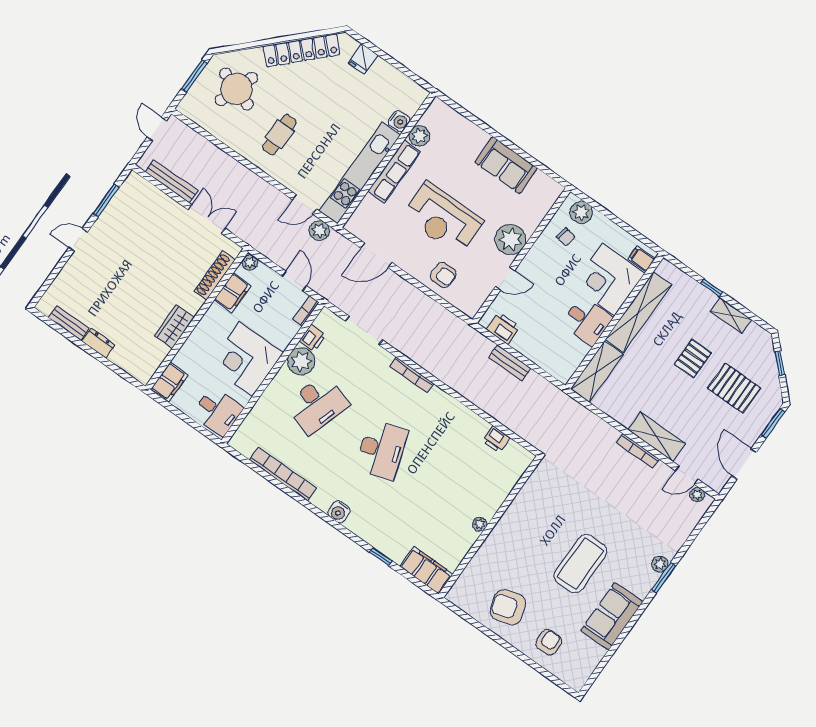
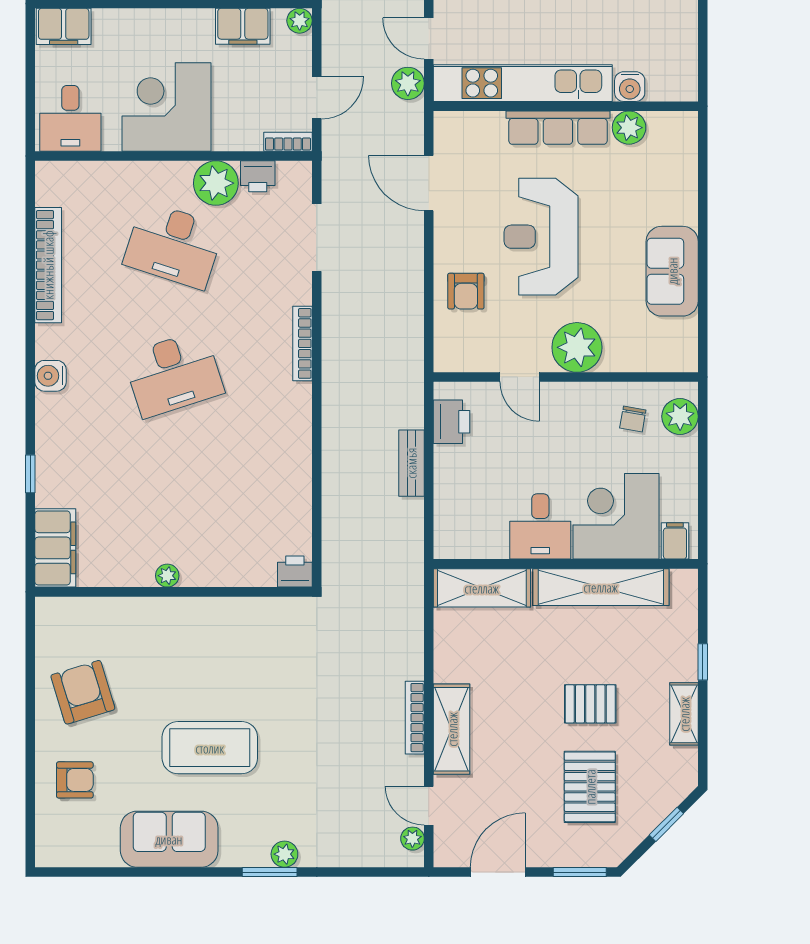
printer: (496, 439) -> (295, 572), moved, turned 90

